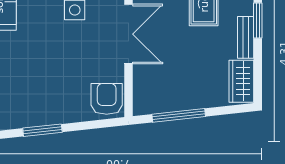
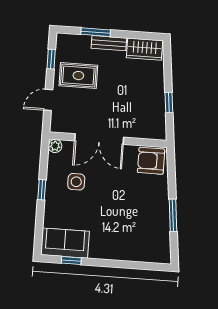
double door: (129, 34) -> (99, 139), swing flipped
window: (179, 115) -> (169, 103), width x0.46

